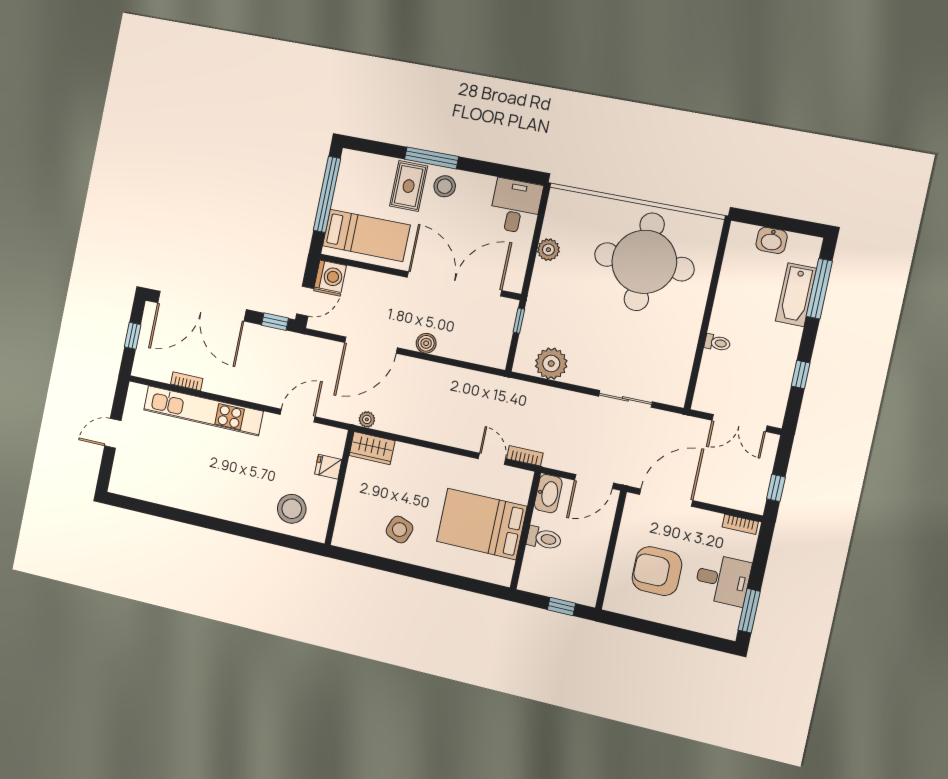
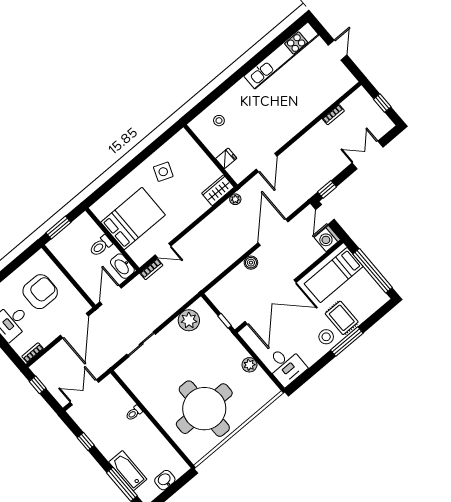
double door: (202, 306) -> (368, 155), width x0.54
kitchen unit: (203, 411) -> (281, 56), moved, turned 180
stool: (292, 509) -> (219, 121), width x0.53, depth x0.53
window: (561, 607) -> (58, 228), width x1.50

